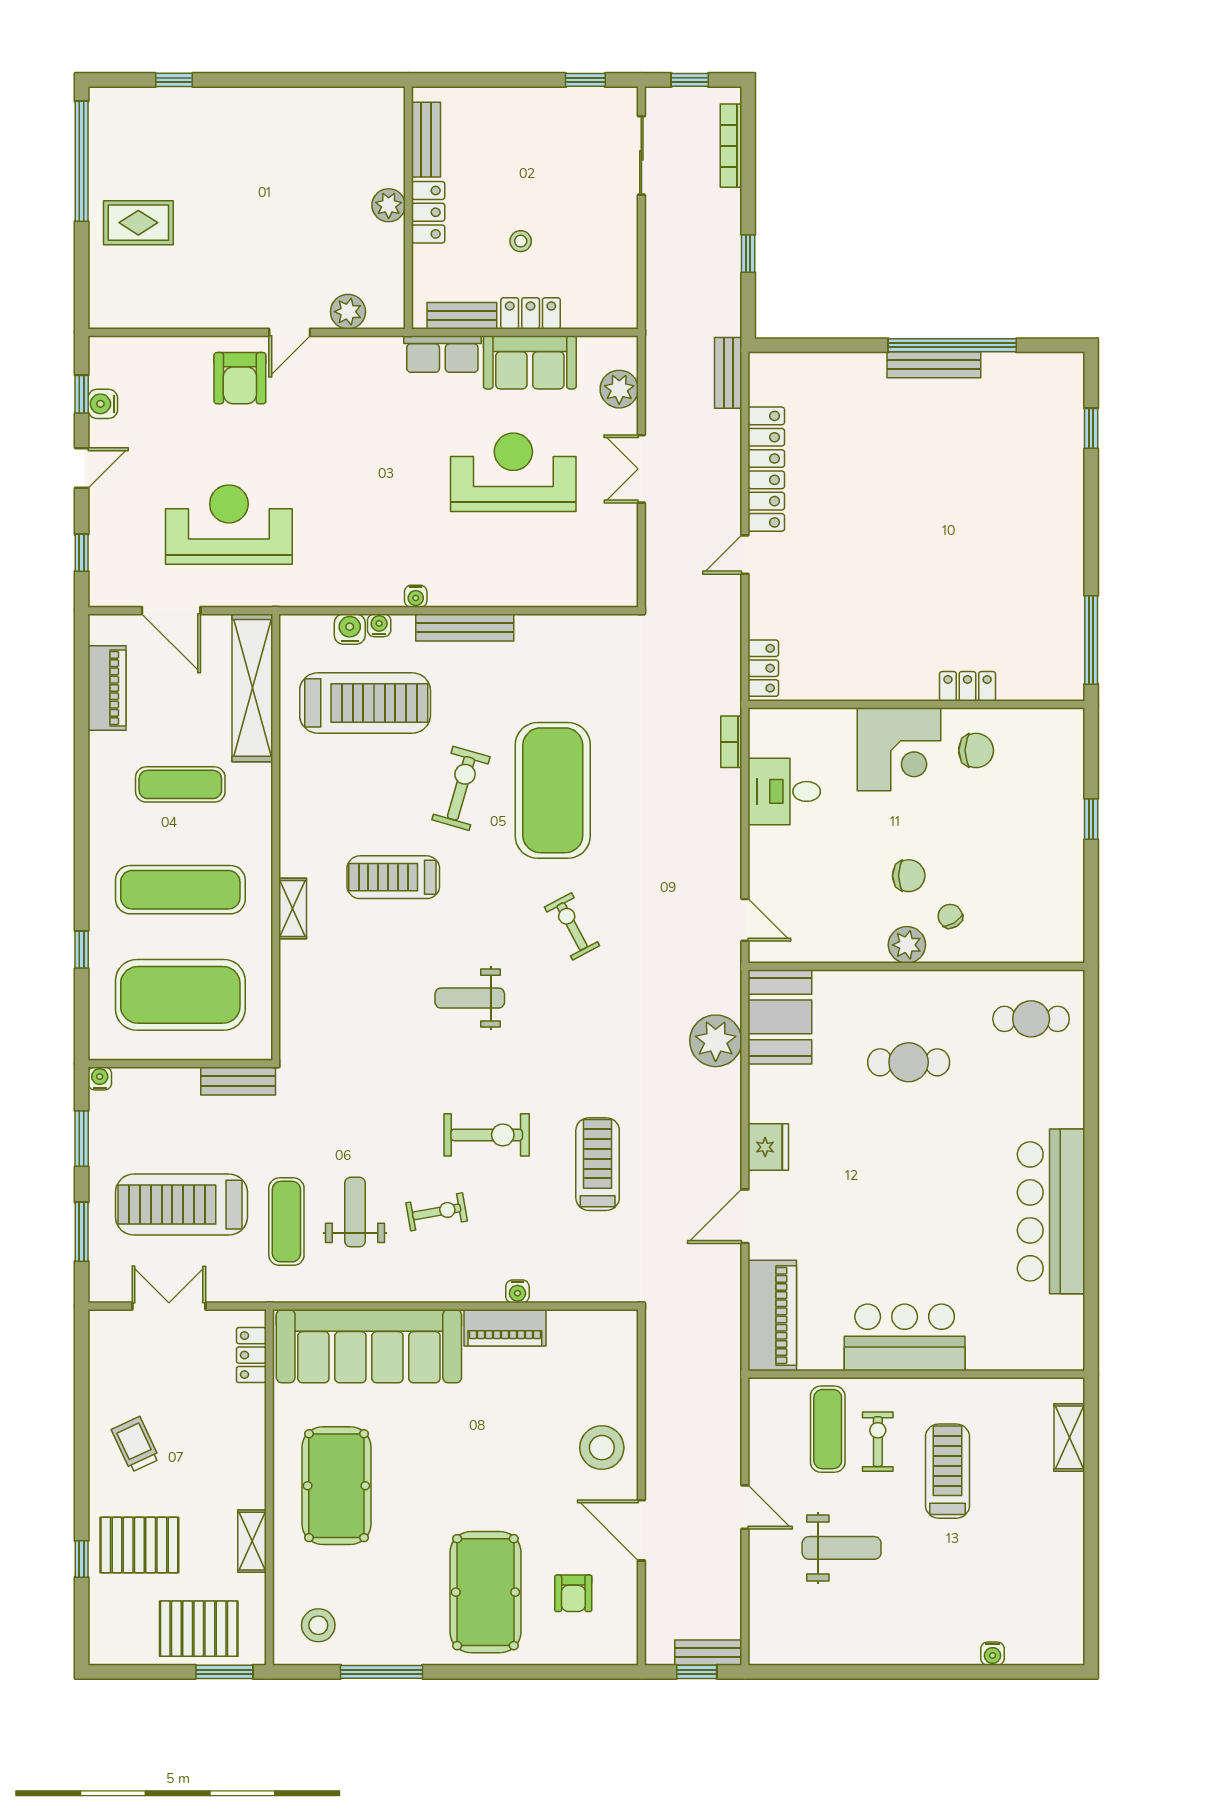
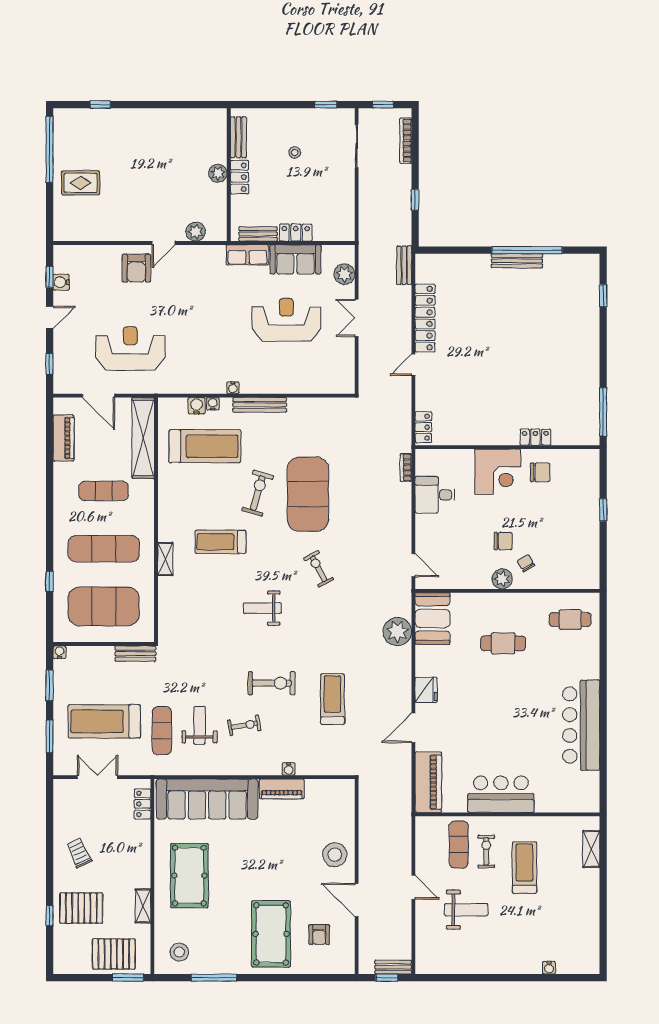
stool: (521, 241) -> (295, 153), moved

